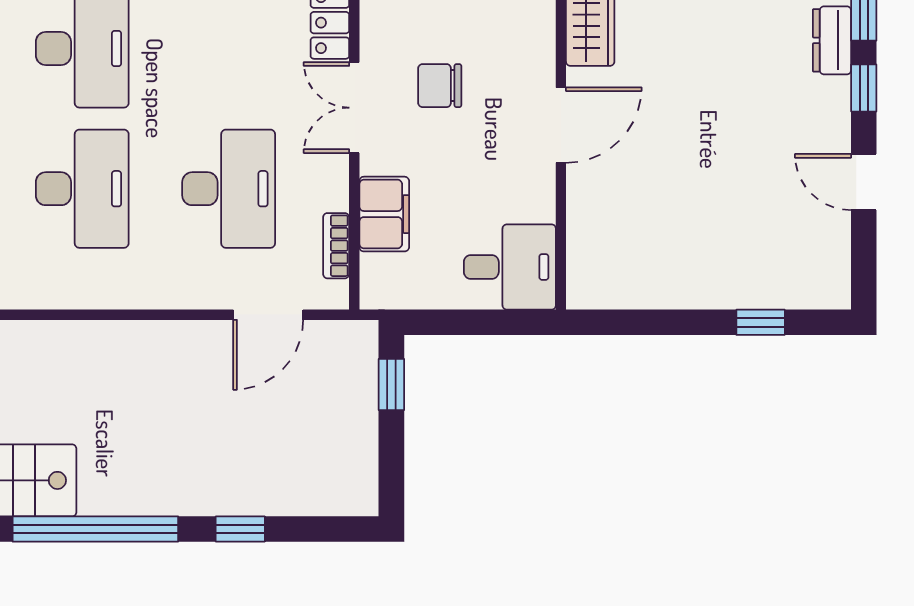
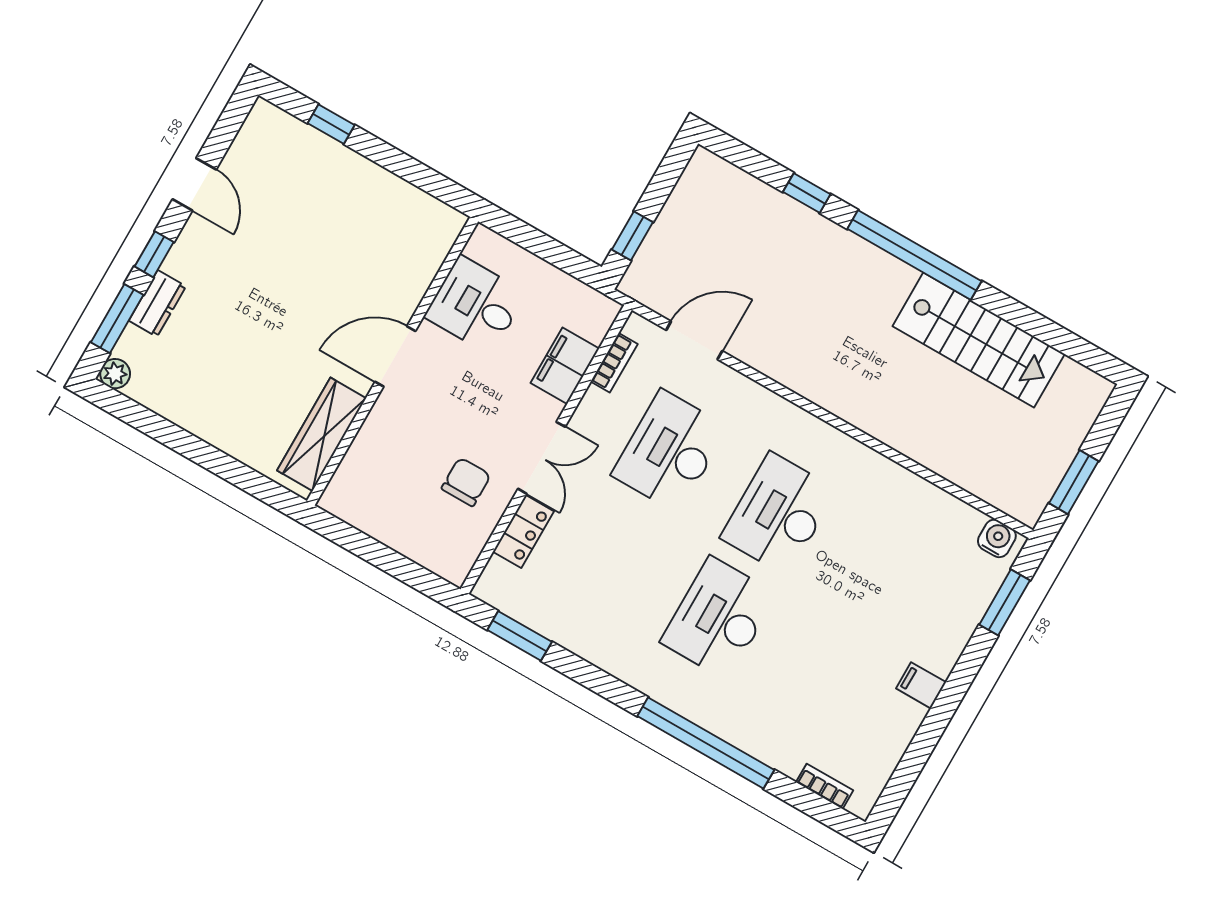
chair: (440, 86) -> (466, 482), moved, turned -90
desk: (510, 267) -> (475, 305), moved

